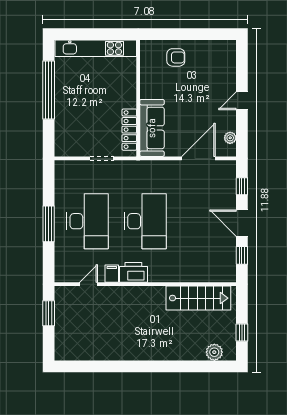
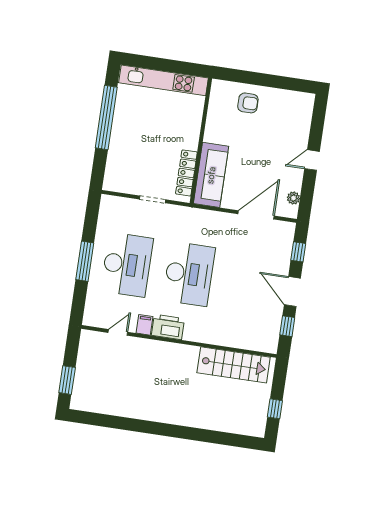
window: (49, 313) -> (67, 380), moved
plant: (214, 352) -> (242, 426), removed

